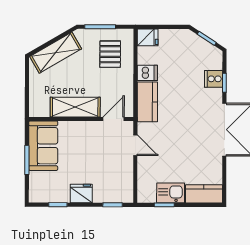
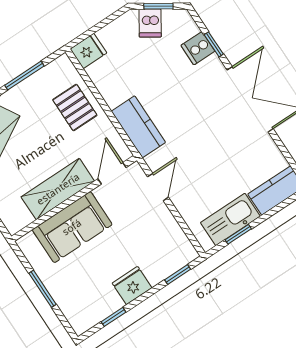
pallet: (110, 54) -> (75, 107), moved
dishwasher: (147, 73) -> (150, 23), moved, turned 123
door: (135, 145) -> (158, 187), hinge flipped
sofa: (43, 146) -> (72, 227), moved, turned 90
kitchen sink: (171, 193) -> (230, 219), width x1.38

